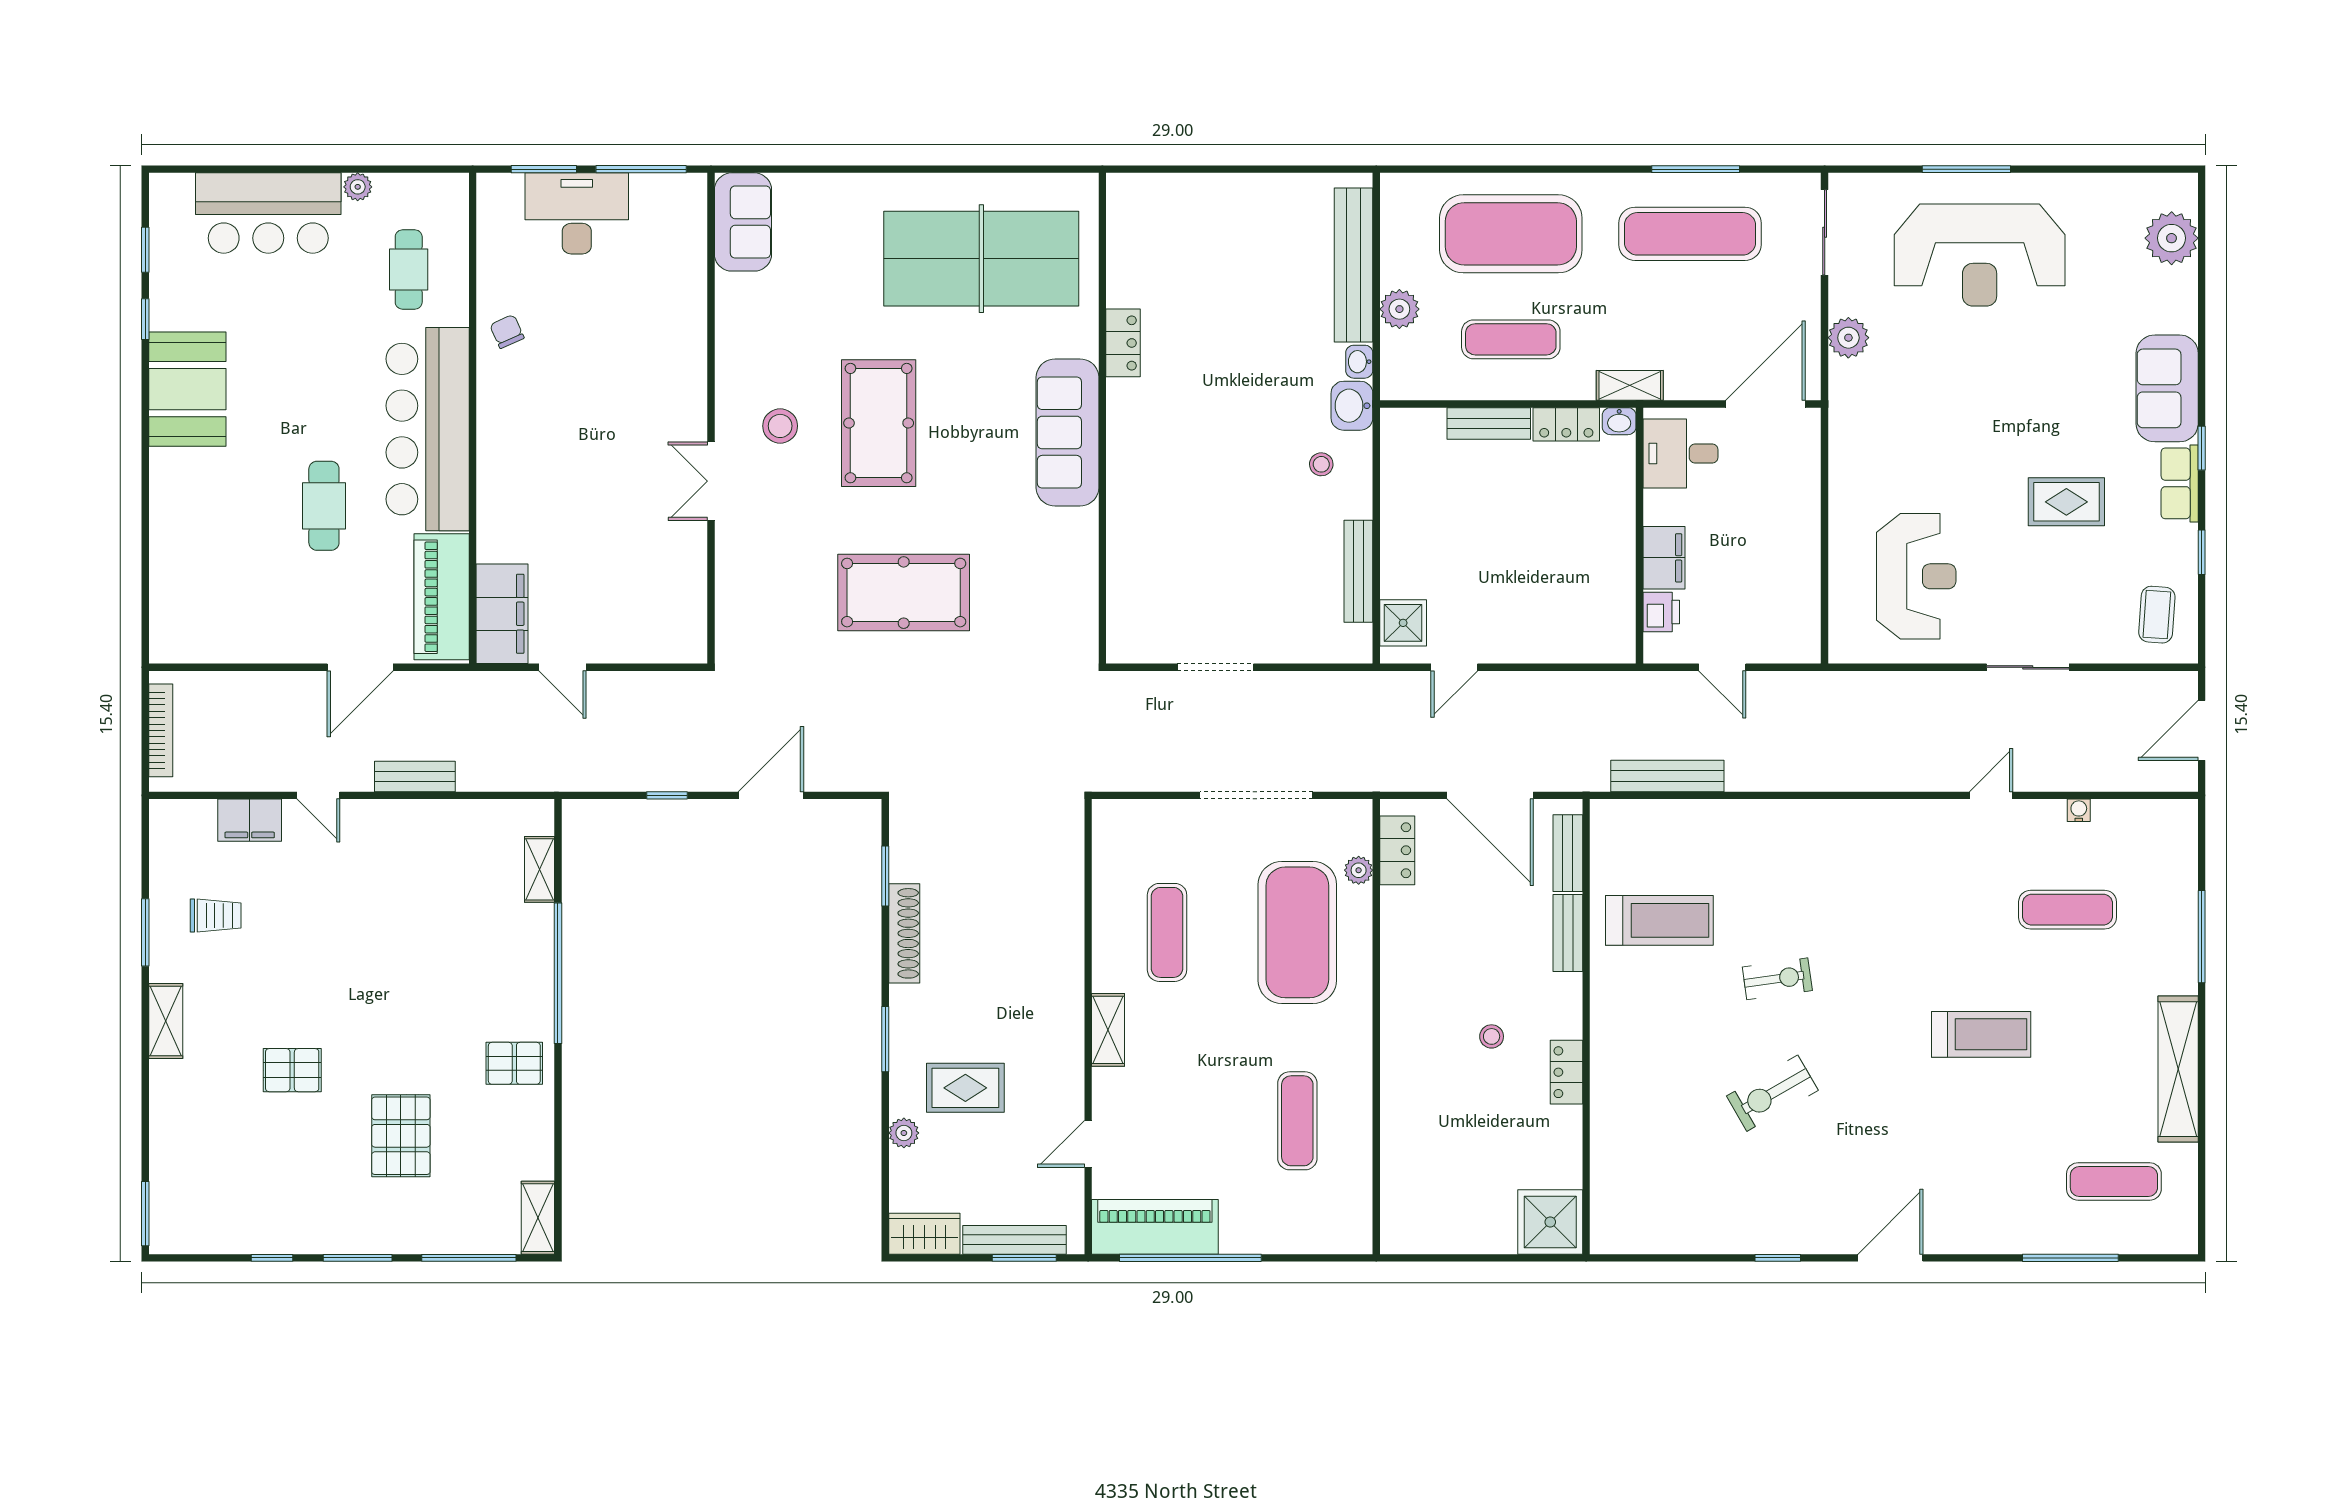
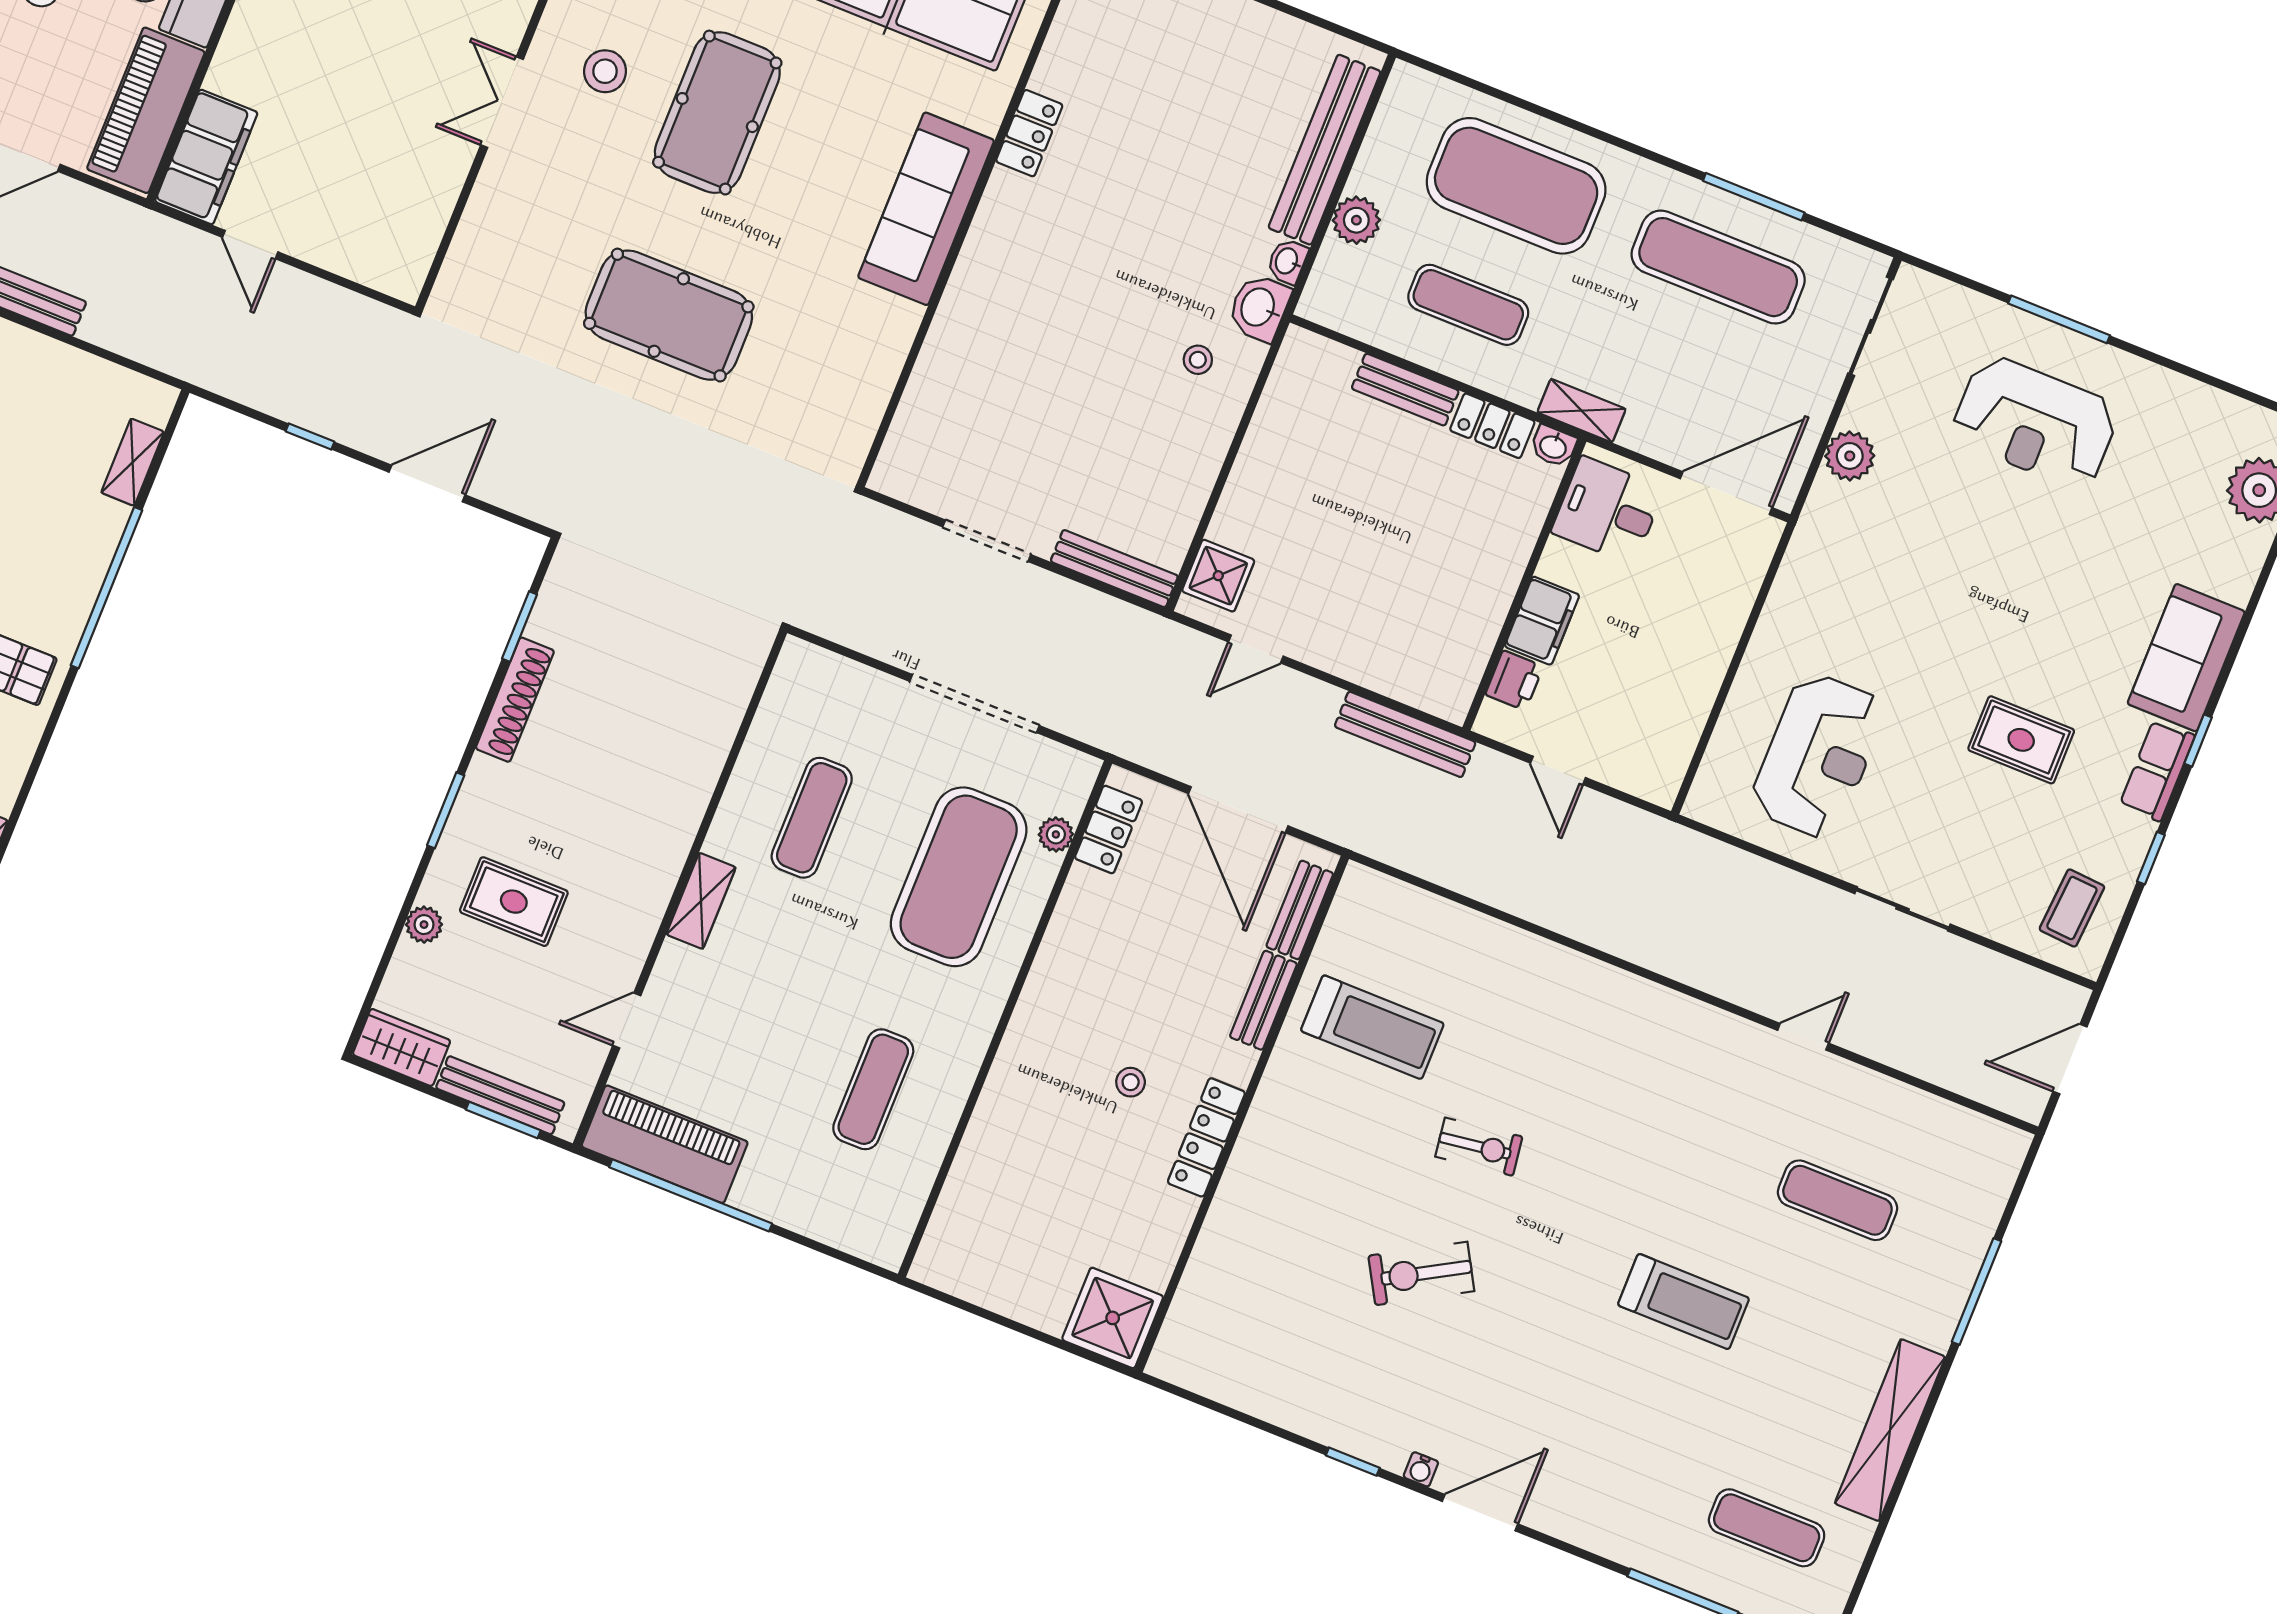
reception desk: (1980, 255) -> (2035, 422), width x0.74, depth x0.77
bench: (1358, 571) -> (1114, 569), moved, turned 90
bench: (1667, 776) -> (1405, 734), moved
water cooler: (2079, 810) -> (1421, 1469), moved, turned 180
locker: (1566, 1072) -> (1206, 1137), width x1.53

